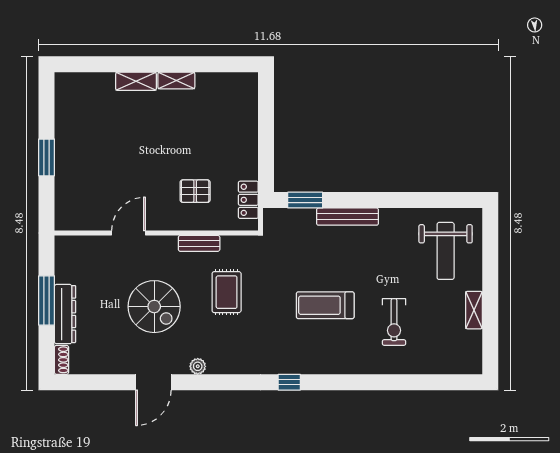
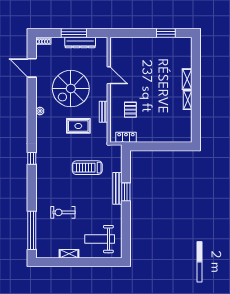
window: (47, 158) -> (166, 33), moved
window: (305, 200) -> (126, 192), moved
treadmill: (325, 305) -> (87, 168), moved, turned -90
spiral stairs: (154, 307) -> (71, 89), width x1.37, depth x1.37
dresser: (65, 314) -> (80, 43), moved
door: (153, 382) -> (32, 68), moved
window: (429, 382) -> (32, 230), added

